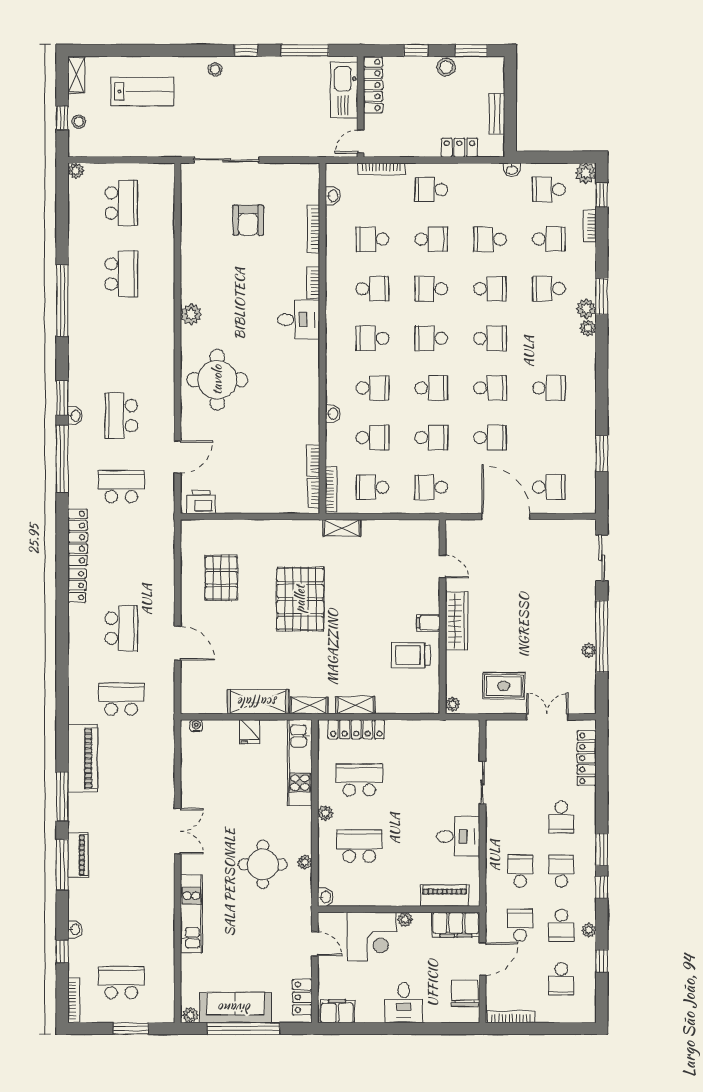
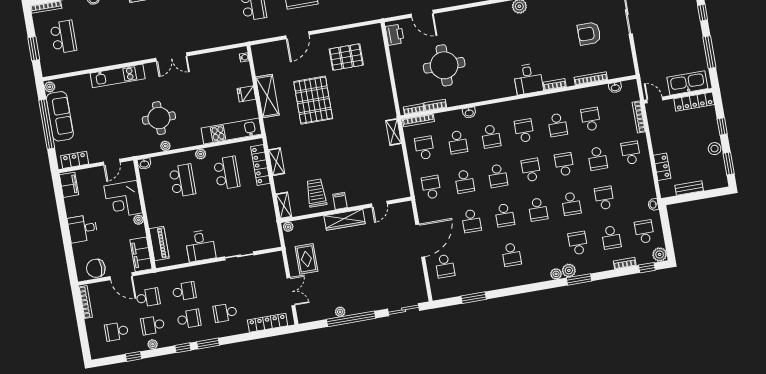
round table: (217, 380) -> (444, 65), moved
pallet: (300, 599) -> (313, 100), moved, turned 90
shelving: (309, 705) -> (284, 206), moved
chair: (465, 993) -> (96, 268), turned 180

